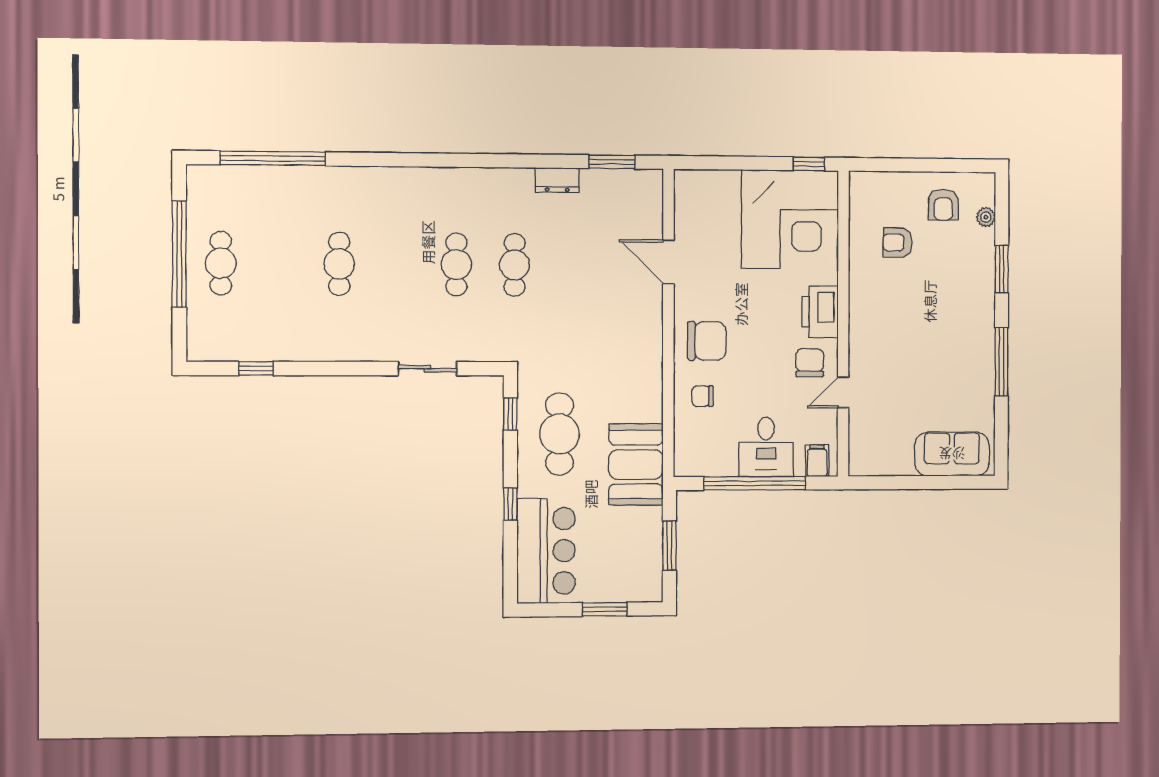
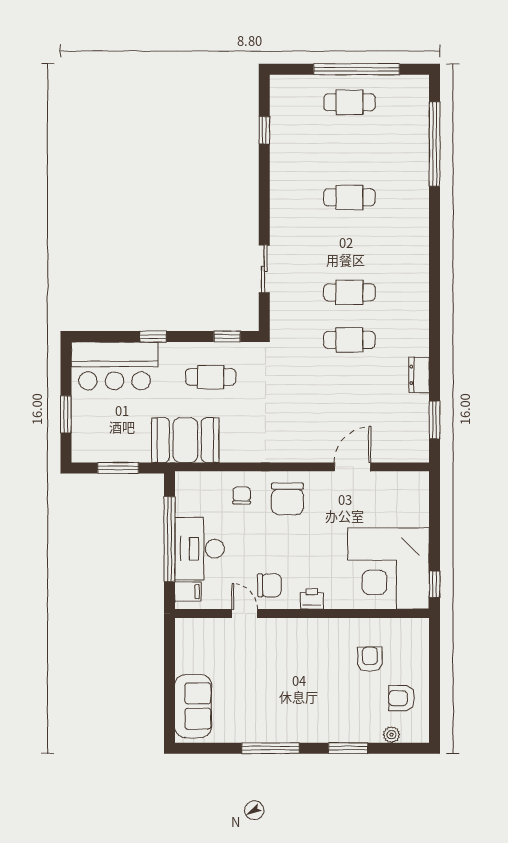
printer: (820, 312) -> (312, 599), width x0.53, depth x0.68
cafe table: (559, 434) -> (211, 377), width x0.73, depth x0.74
desk: (766, 447) -> (199, 549), width x1.37

